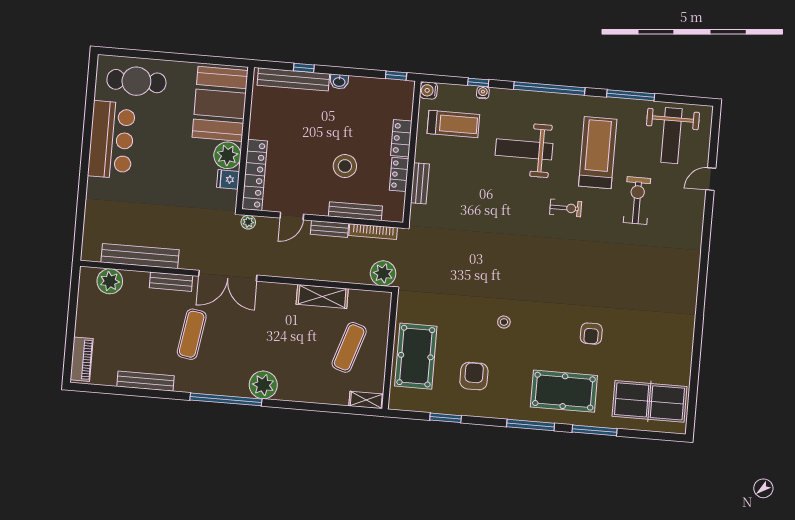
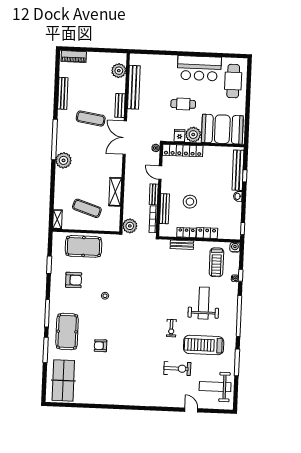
treadmill: (598, 153) -> (204, 345), turned 180
cafe table: (173, 171) -> (183, 104), added

